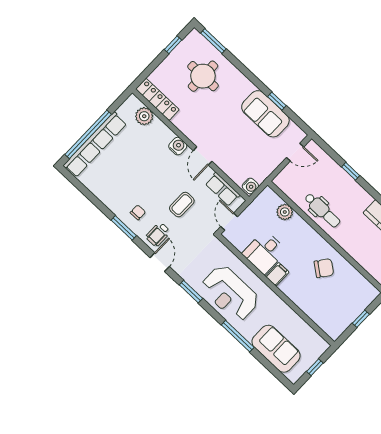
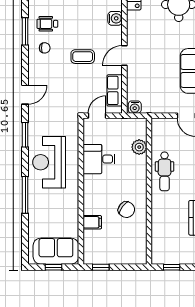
water cooler: (178, 146) -> (115, 18), moved
coffee table: (182, 205) -> (83, 57), moved
window: (124, 228) -> (25, 31), moved
wheelchair: (158, 234) -> (47, 24), moved
filing cabinet: (277, 274) -> (92, 222), moved
window: (361, 319) -> (101, 267), moved
sofa: (276, 349) -> (56, 251), moved, turned -90

